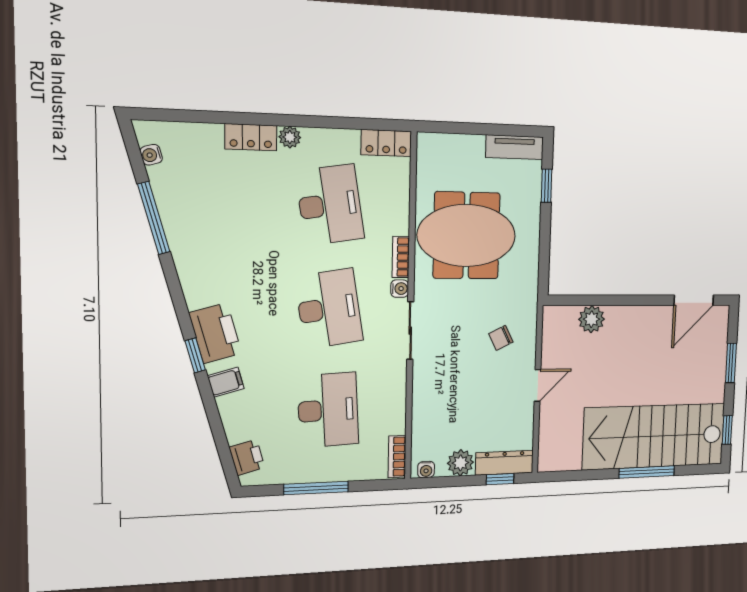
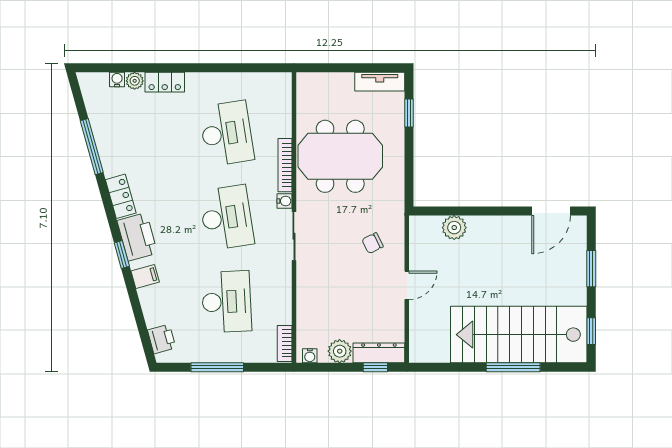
plant: (290, 137) -> (135, 81), moved
locker: (386, 143) -> (121, 196), moved, turned -106
water cooler: (151, 155) -> (117, 79), moved, turned 106
bookcase: (401, 257) -> (285, 165), width x1.56

